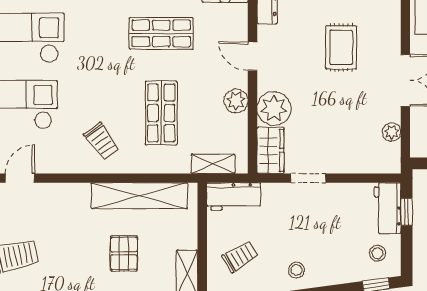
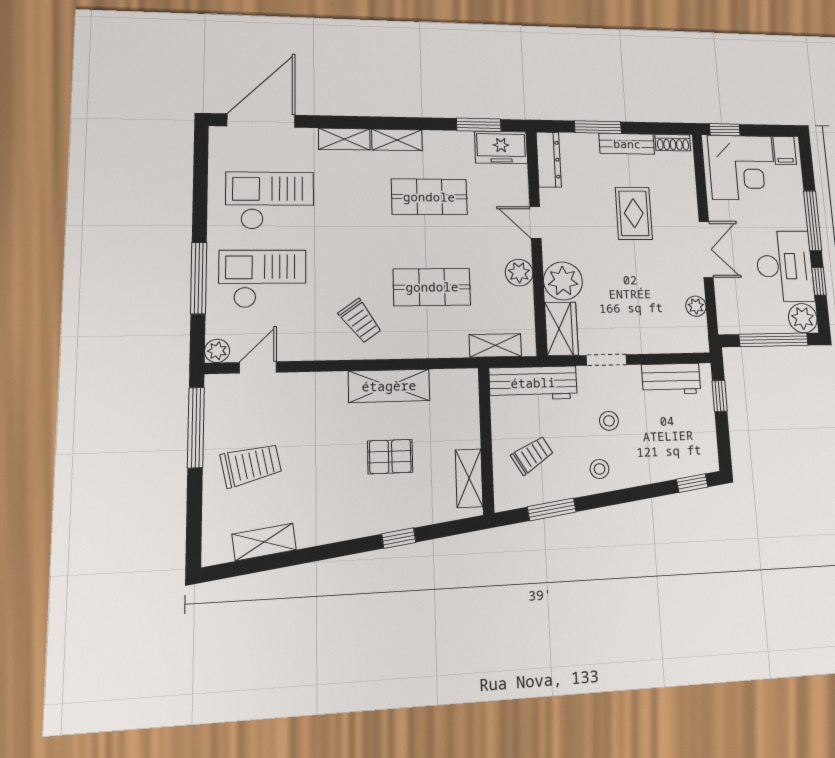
shop shelf: (161, 113) -> (432, 287), turned 90
shelving: (139, 196) -> (389, 386), width x0.68
workbench: (234, 197) -> (533, 383), width x1.37
workbench: (388, 208) -> (671, 379), moved, turned -90
pallet: (124, 253) -> (390, 457), turned 90
stool: (377, 253) -> (609, 421), moved

